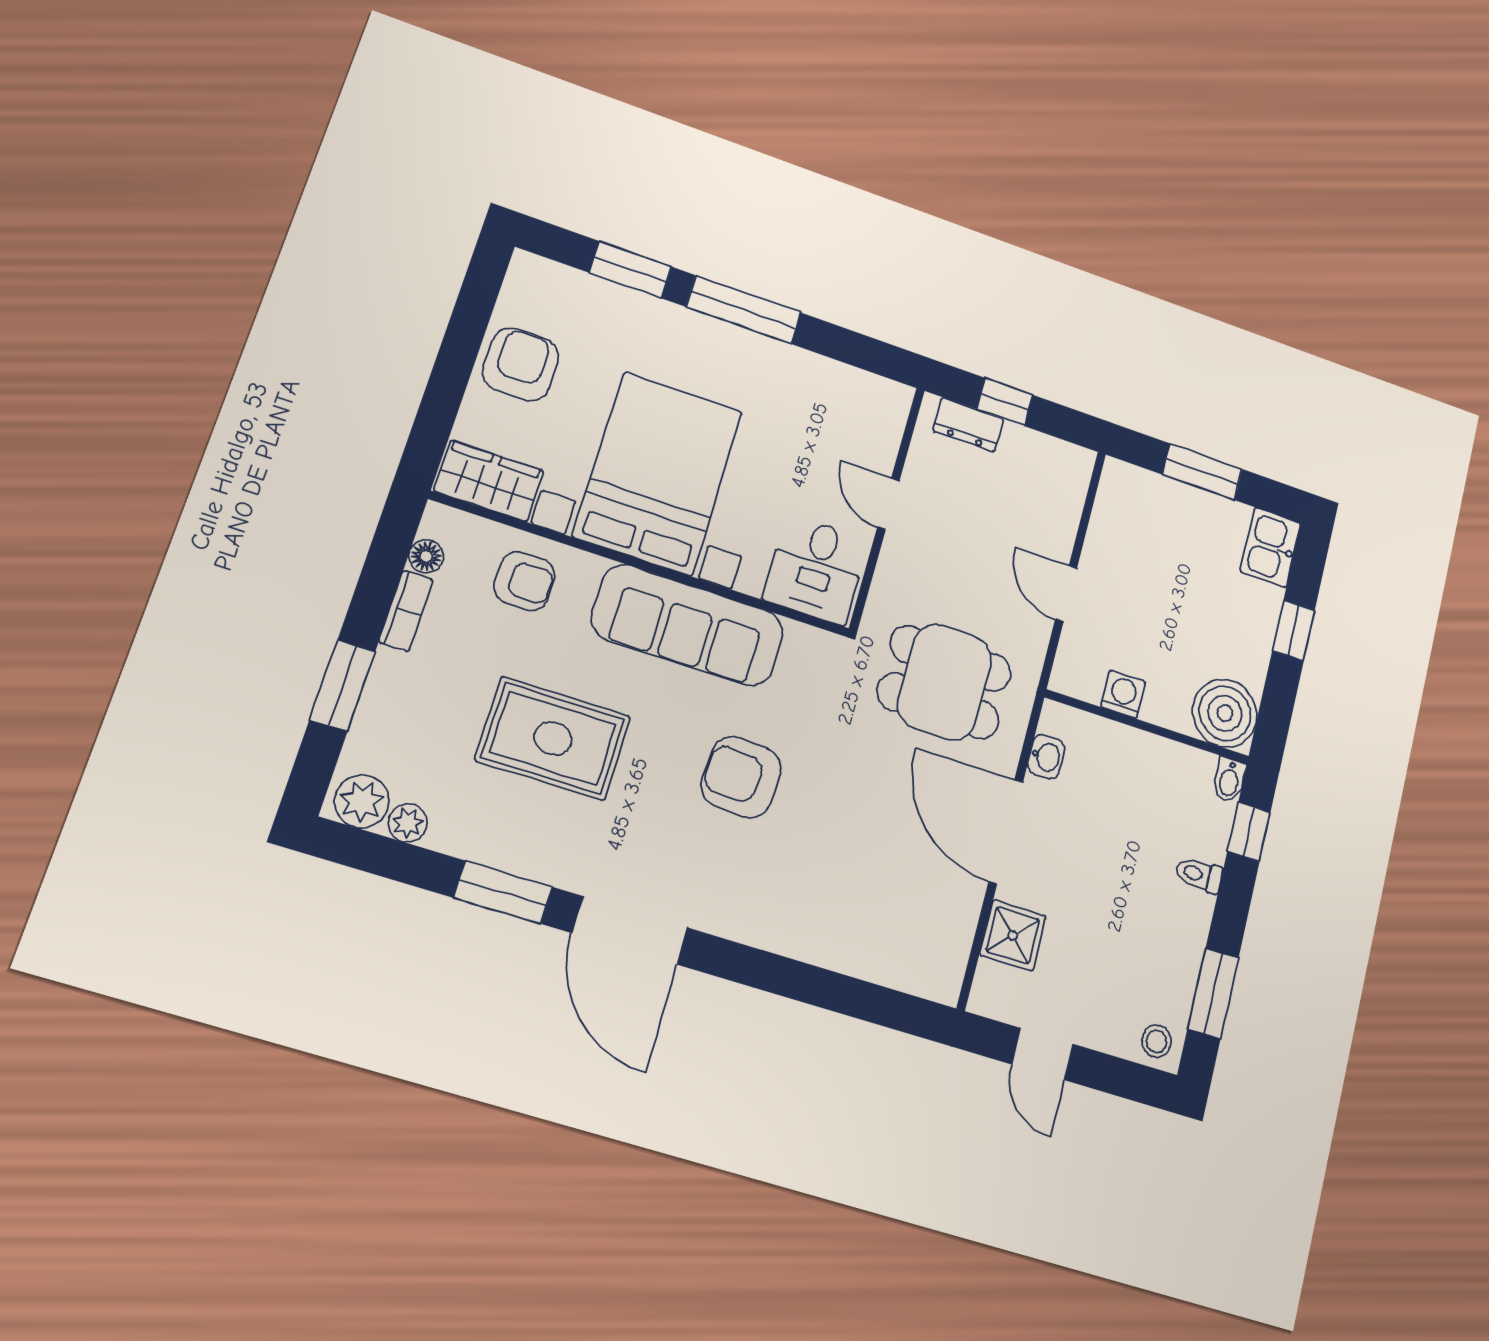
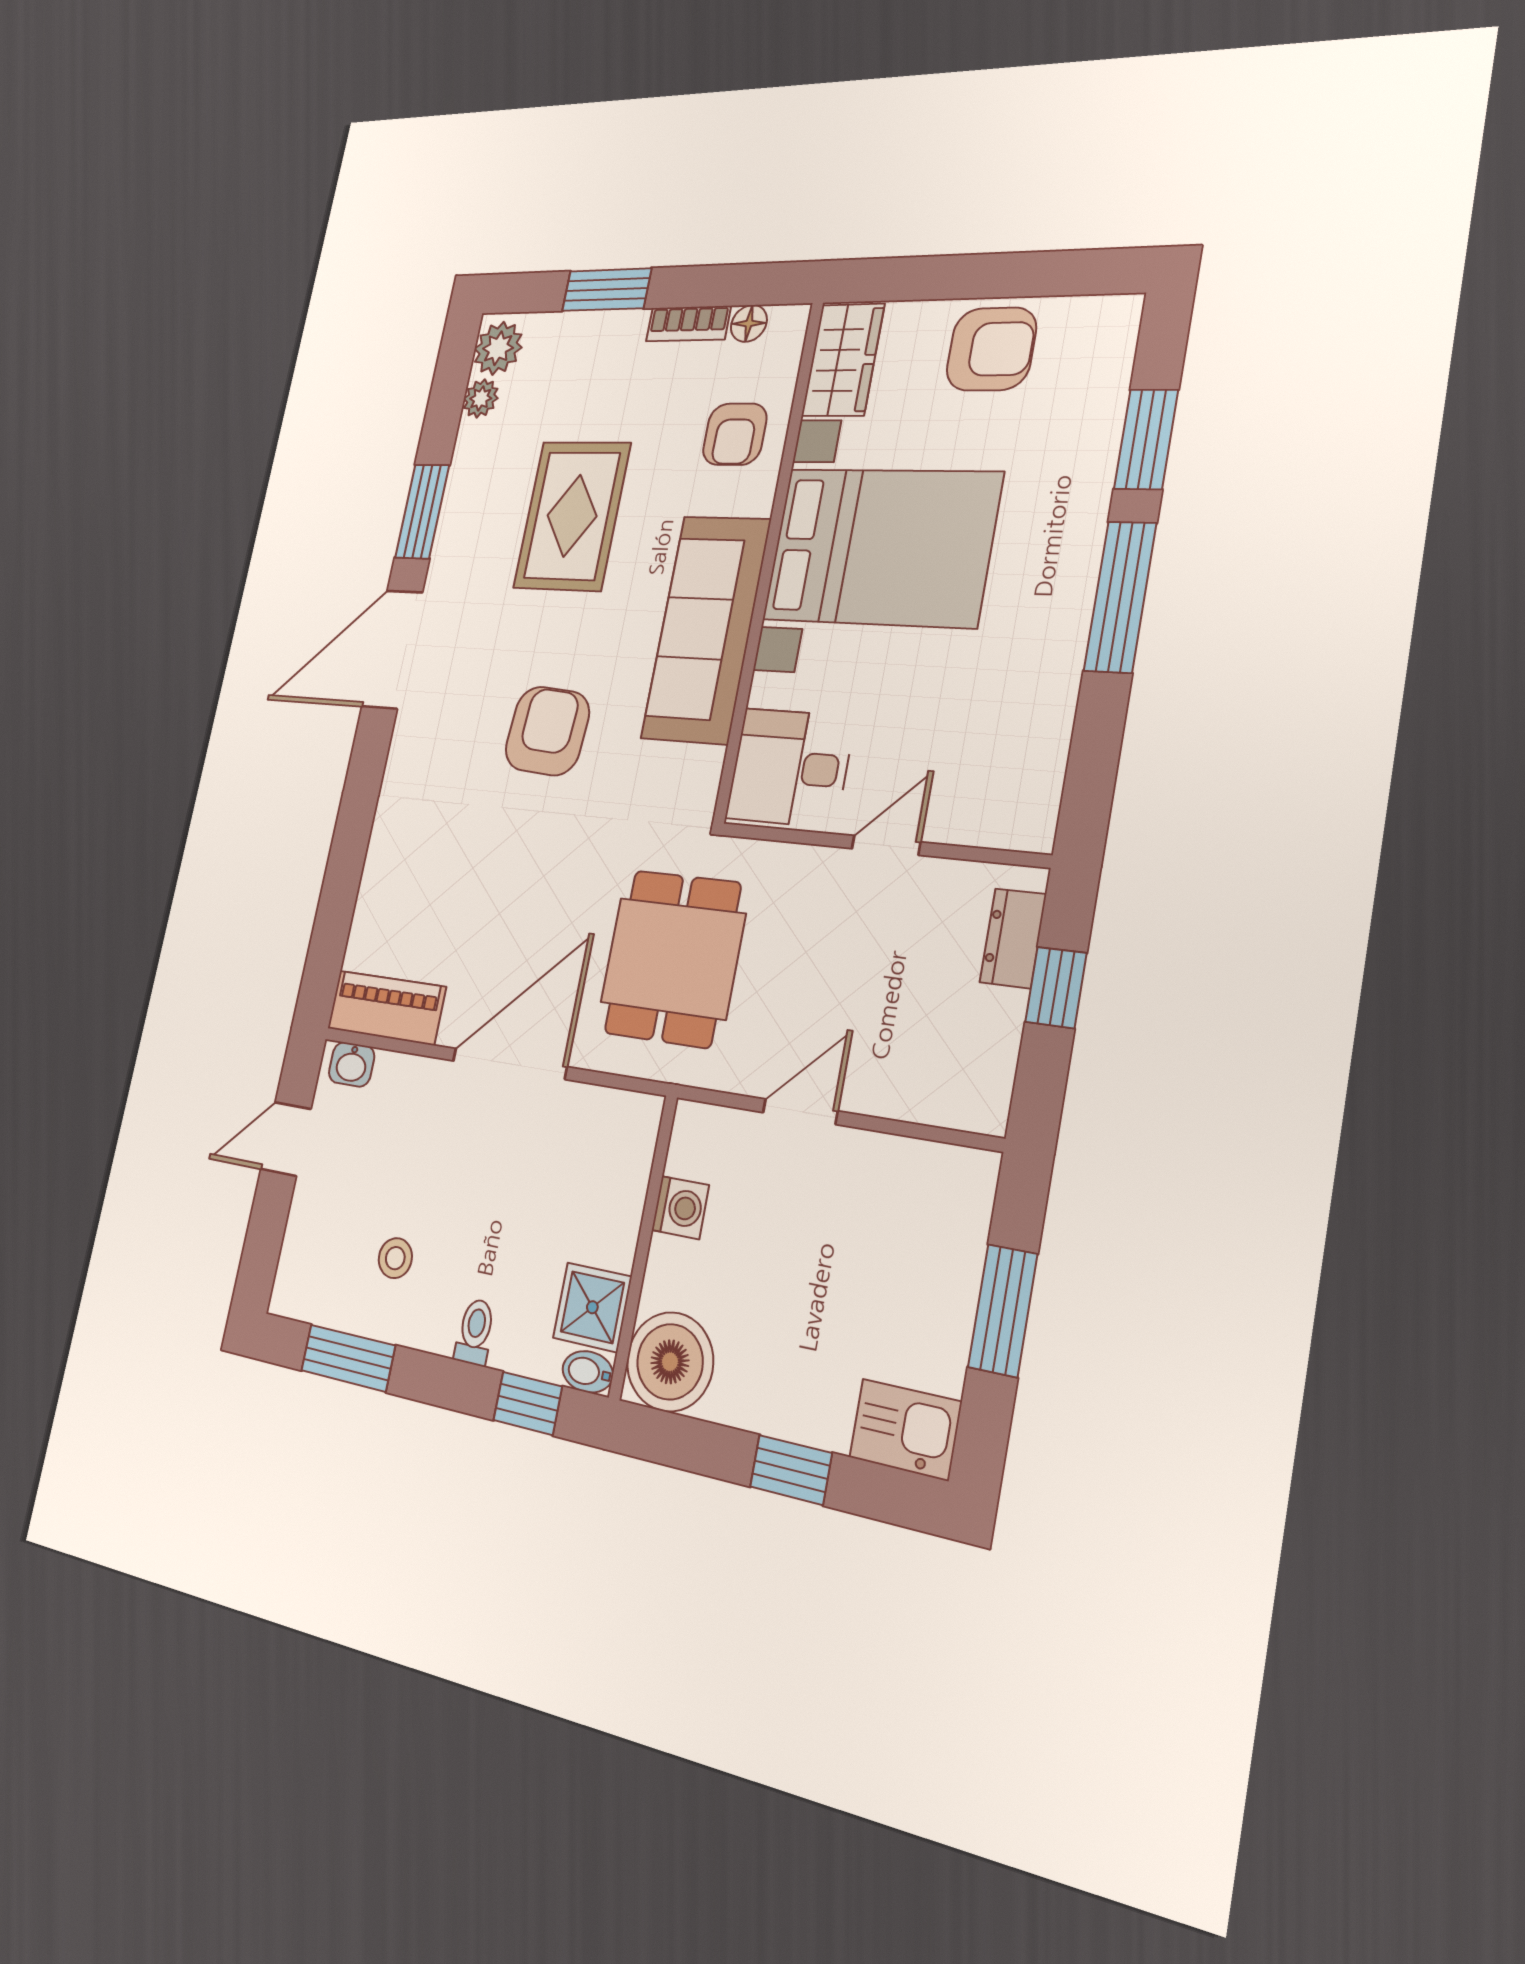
washbasin: (1046, 757) -> (352, 1064), moved
shower: (1013, 935) -> (592, 1307), moved
piano: (947, 948) -> (386, 1008), added
stool: (1156, 1041) -> (395, 1258), moved

